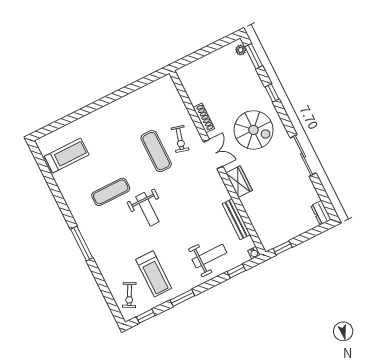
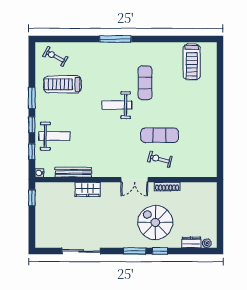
window: (254, 56) -> (135, 251), moved
spiral stairs: (254, 130) -> (155, 222), moved, turned 90
sliding door: (303, 155) -> (81, 251), moved
wardrobe: (239, 182) -> (88, 189), moved
dresser: (321, 213) -> (191, 242), moved
weight bench: (209, 256) -> (54, 136), turned -90
window: (146, 316) -> (32, 125), moved

